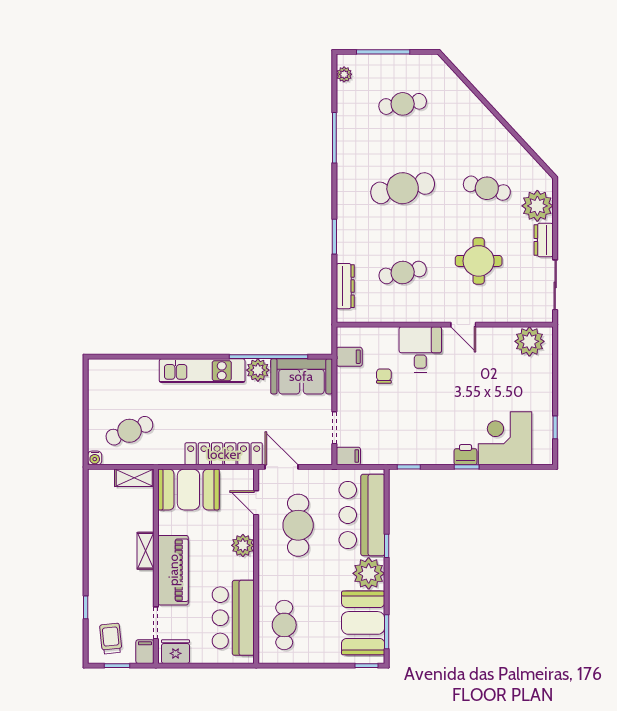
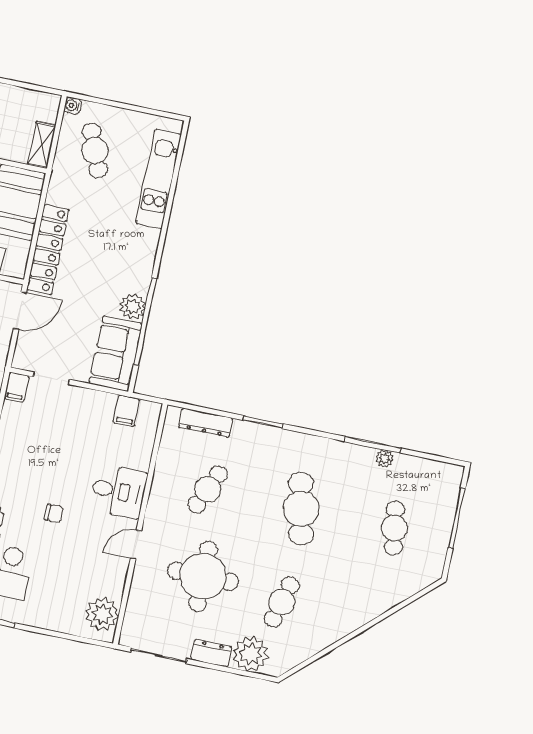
plant: (344, 74) -> (384, 458), moved
round table: (479, 261) -> (203, 576), width x1.36, depth x1.36
cafe table: (403, 272) -> (208, 489), turned 36
kitchen unit: (202, 371) -> (158, 179), moved
chair: (384, 376) -> (54, 513), moved

